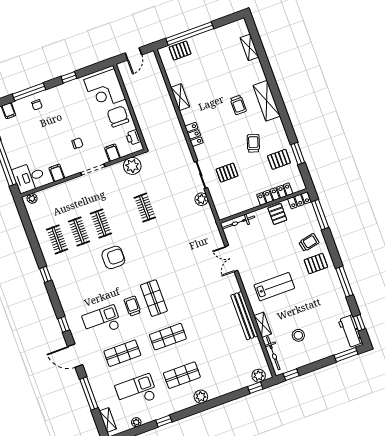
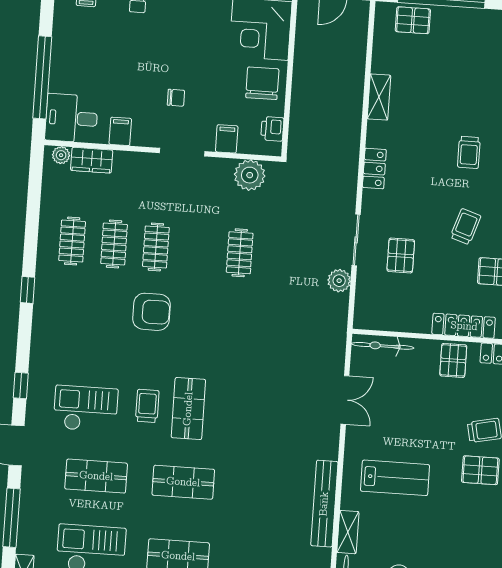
pallet: (227, 173) -> (401, 256), turned 90
wardrobe: (49, 194) -> (92, 160), added
double door: (231, 258) -> (345, 400), swing flipped

